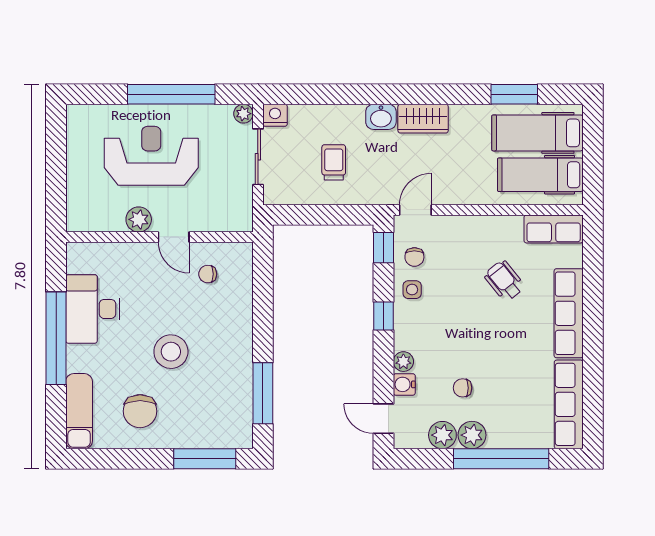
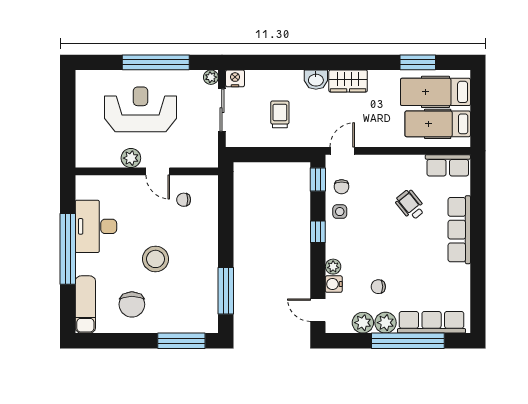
row of seats: (569, 404) -> (432, 322), moved, turned 90

